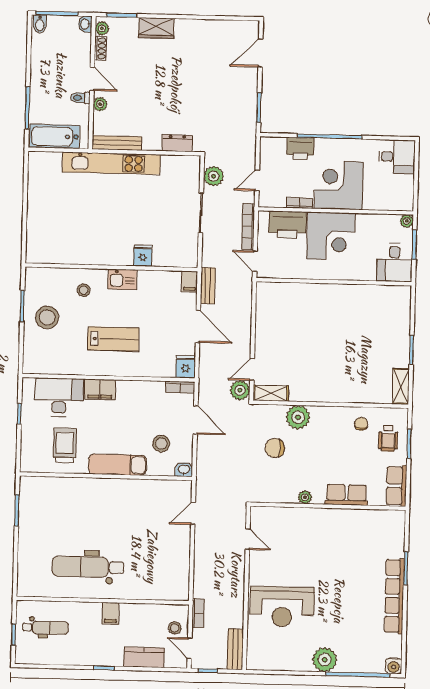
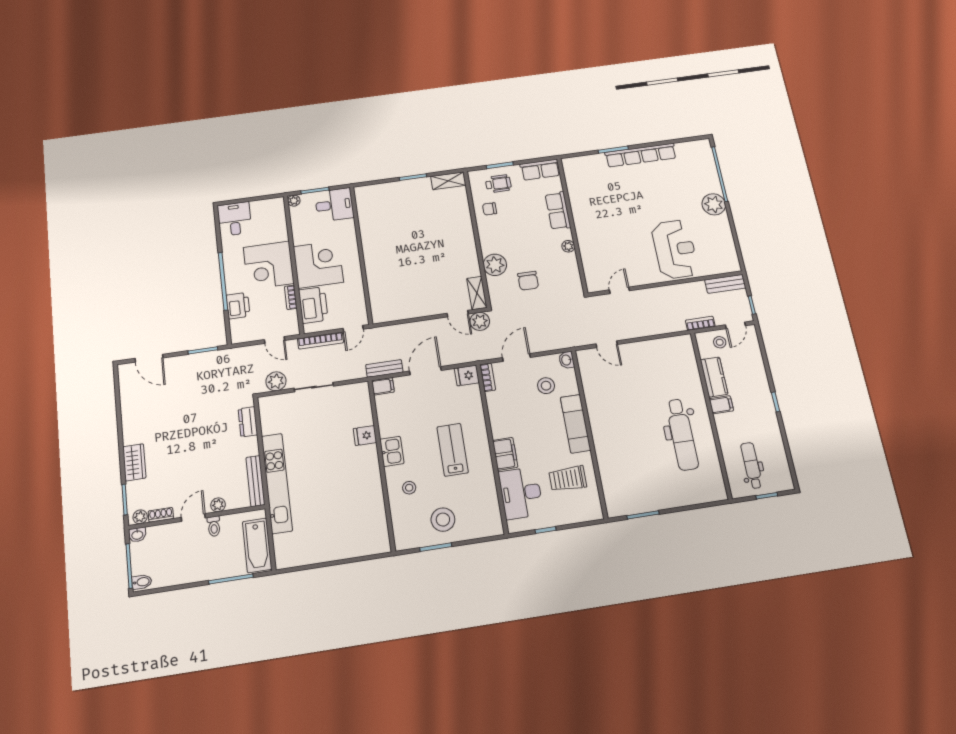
kitchen counter: (144, 657) -> (714, 377), moved, turned 180
water cooler: (394, 666) -> (704, 146), removed

